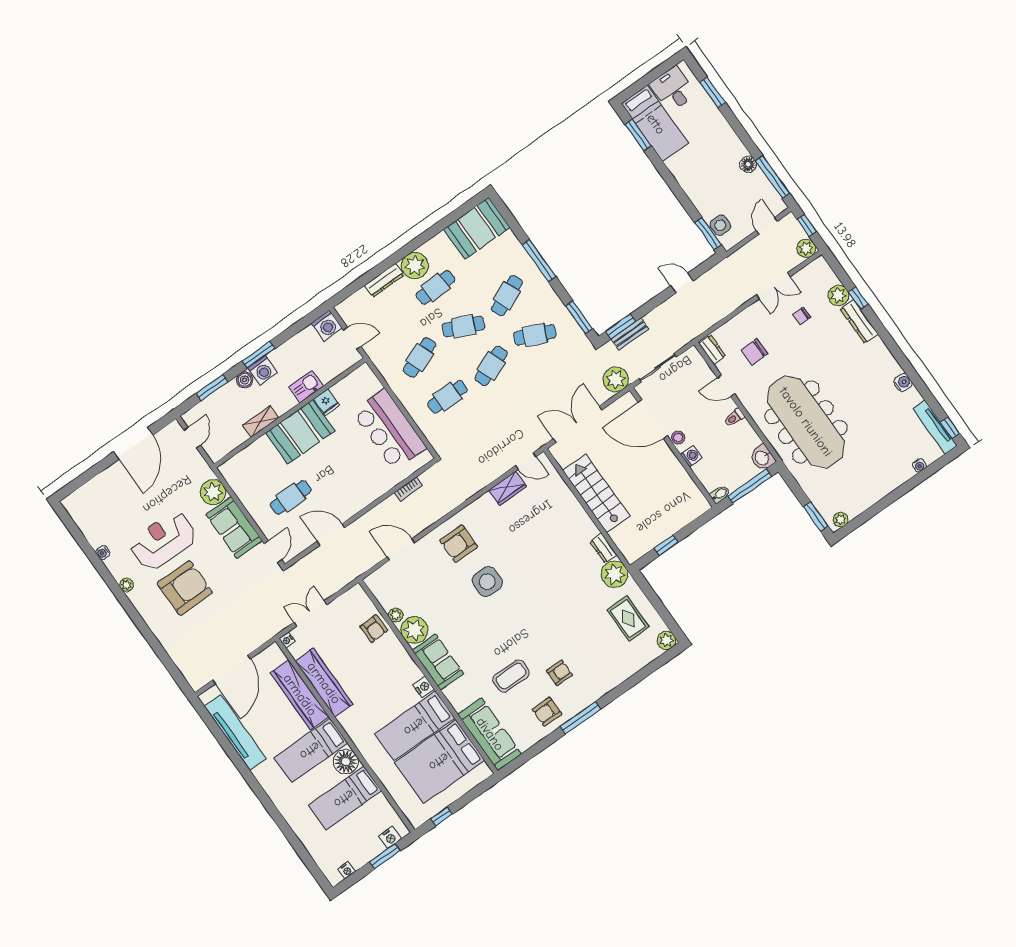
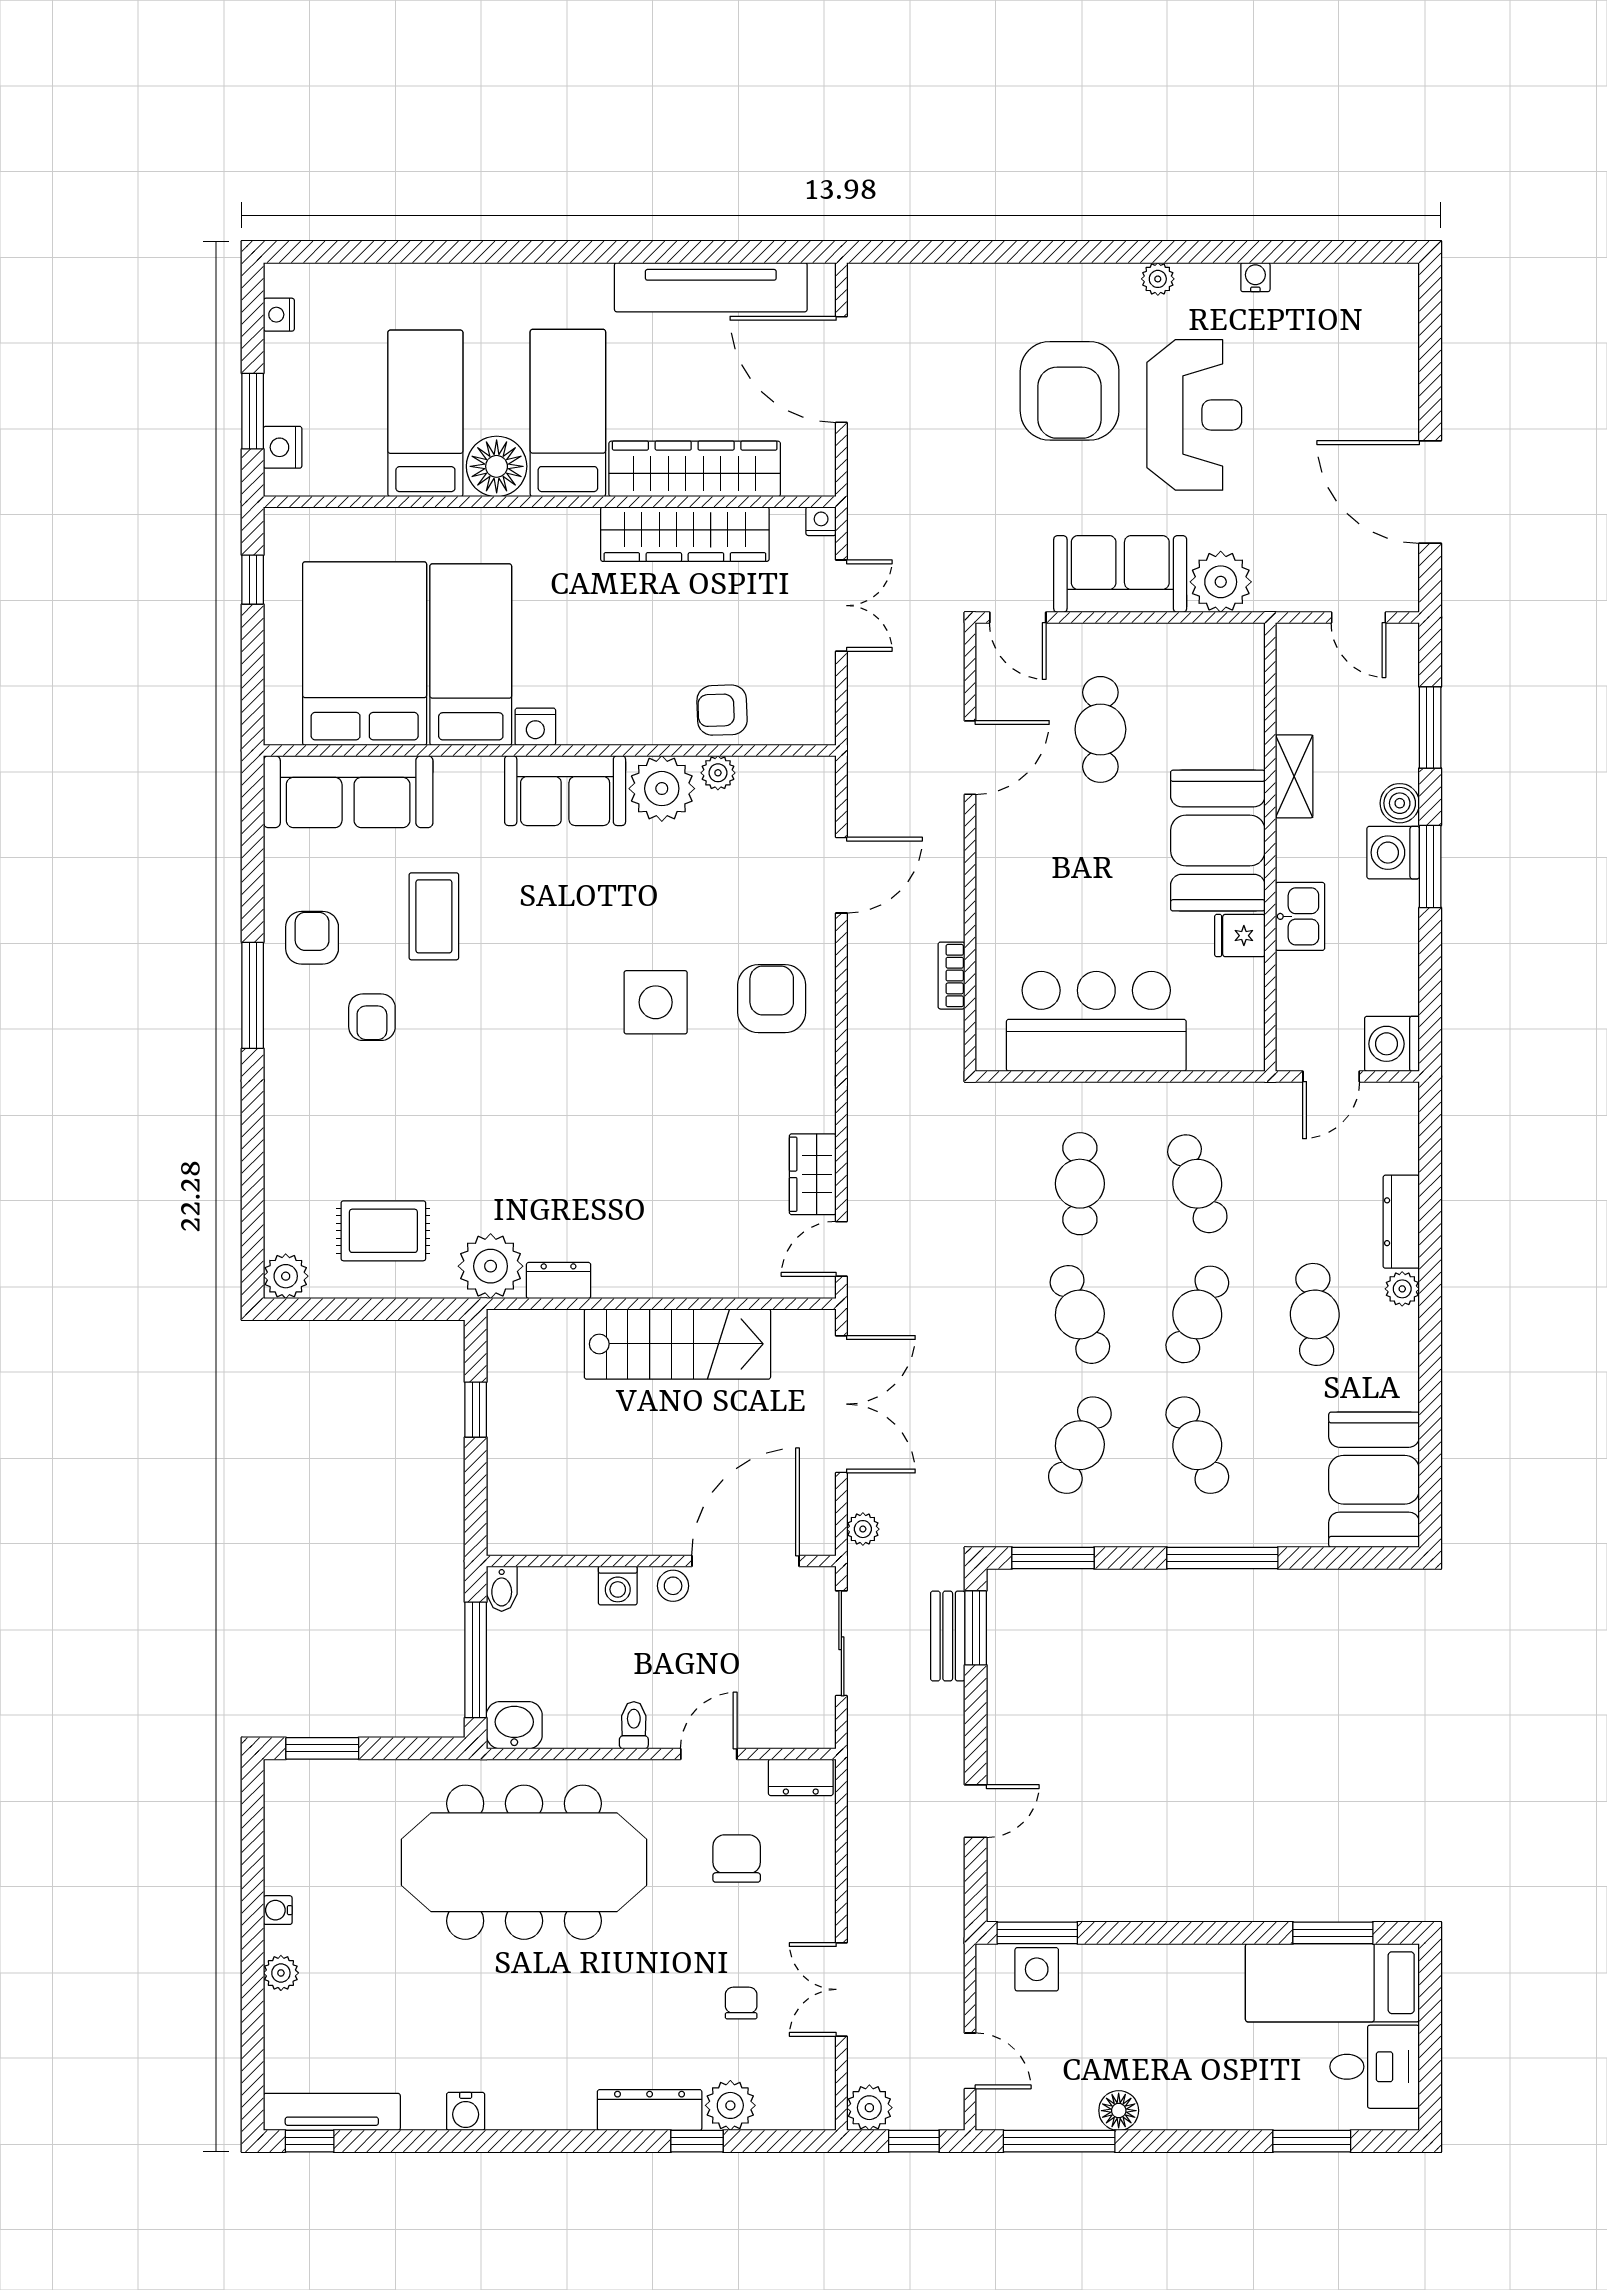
plant: (415, 266) -> (1402, 1289), width x0.53, depth x0.53
plant: (616, 379) -> (863, 1529), width x0.53, depth x0.53
water cooler: (919, 465) -> (278, 1910), moved
plant: (841, 519) -> (281, 1973), moved

